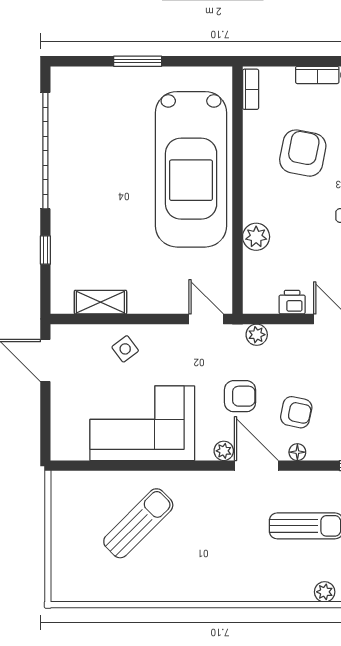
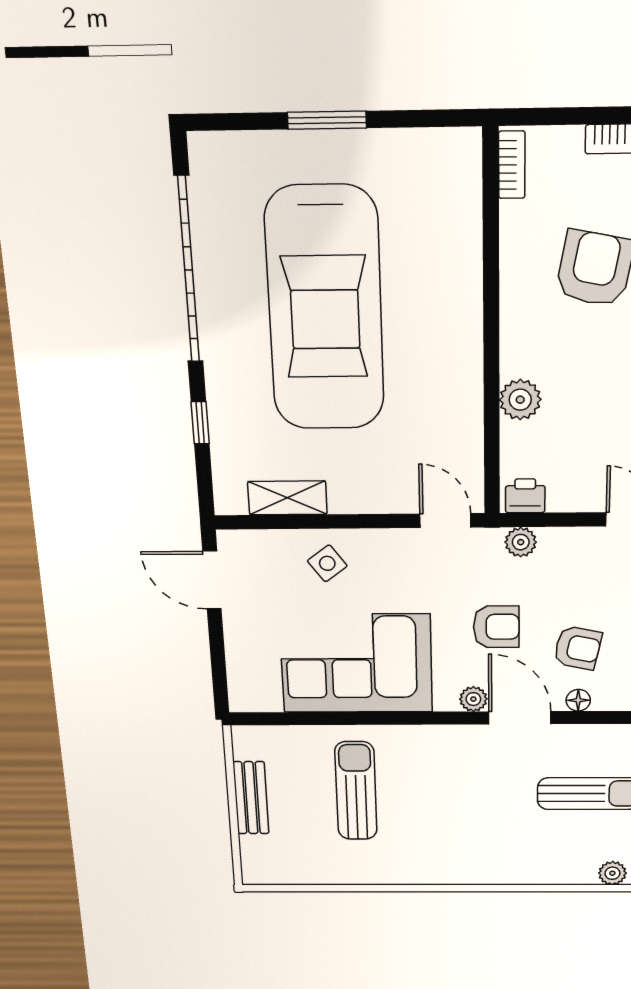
car: (191, 169) -> (325, 310), moved
printer: (292, 302) -> (525, 496), moved
sun lounger: (138, 523) -> (356, 791), turned -45
bench: (62, 529) -> (251, 798), added

